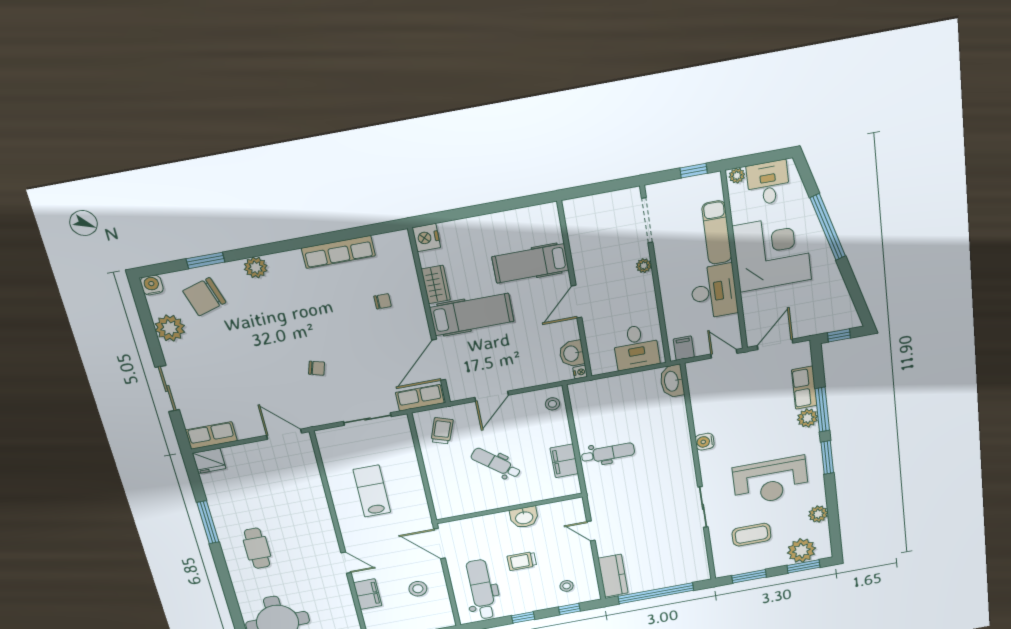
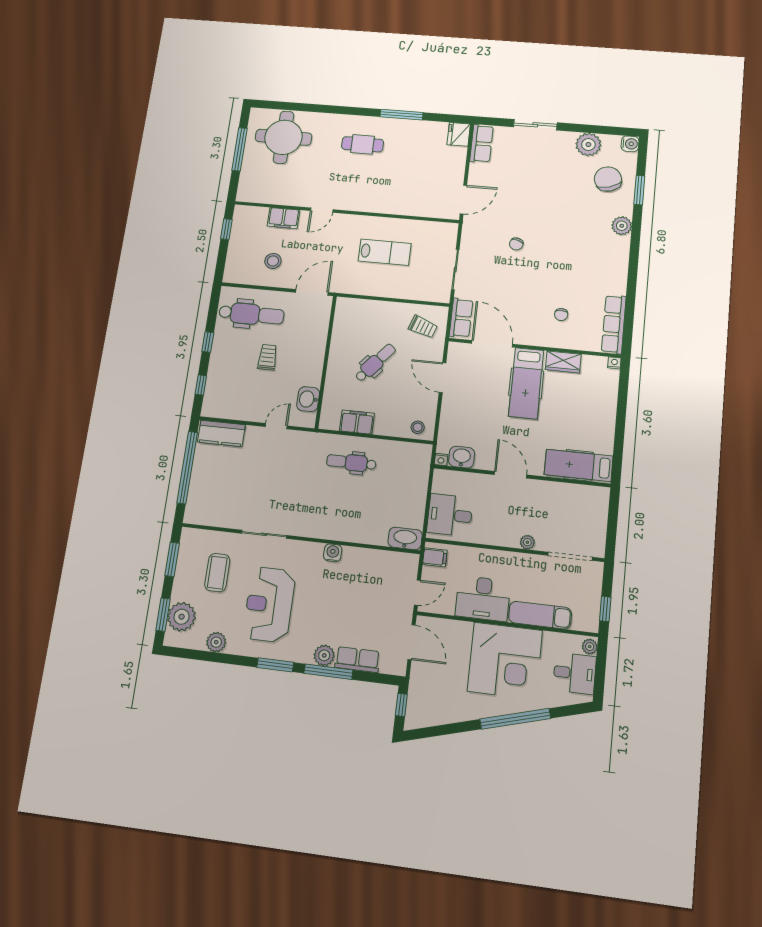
nightstand: (426, 238) -> (614, 363), width x0.53, depth x0.56
row of seats: (338, 252) -> (614, 324), moved
hospital bed: (530, 263) -> (579, 465), moved, turned -90
dental chair: (608, 453) -> (351, 463), turned 90
washbasin: (524, 517) -> (308, 399), moved
stool: (567, 586) -> (226, 389), removed

